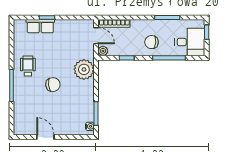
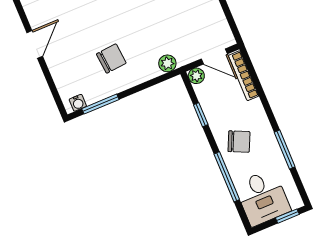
door: (96, 36) -> (214, 56), hinge flipped
chair: (152, 42) -> (239, 142), turned 111
plant: (84, 69) -> (167, 63), width x0.53, depth x0.53
chair: (53, 85) -> (111, 59), moved, turned -89

